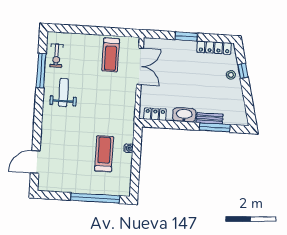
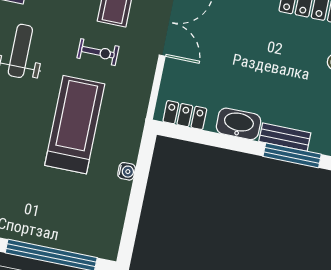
exercise bike: (105, 87) -> (98, 52), added
treadmill: (104, 154) -> (75, 125), moved, width x1.37, depth x1.38

